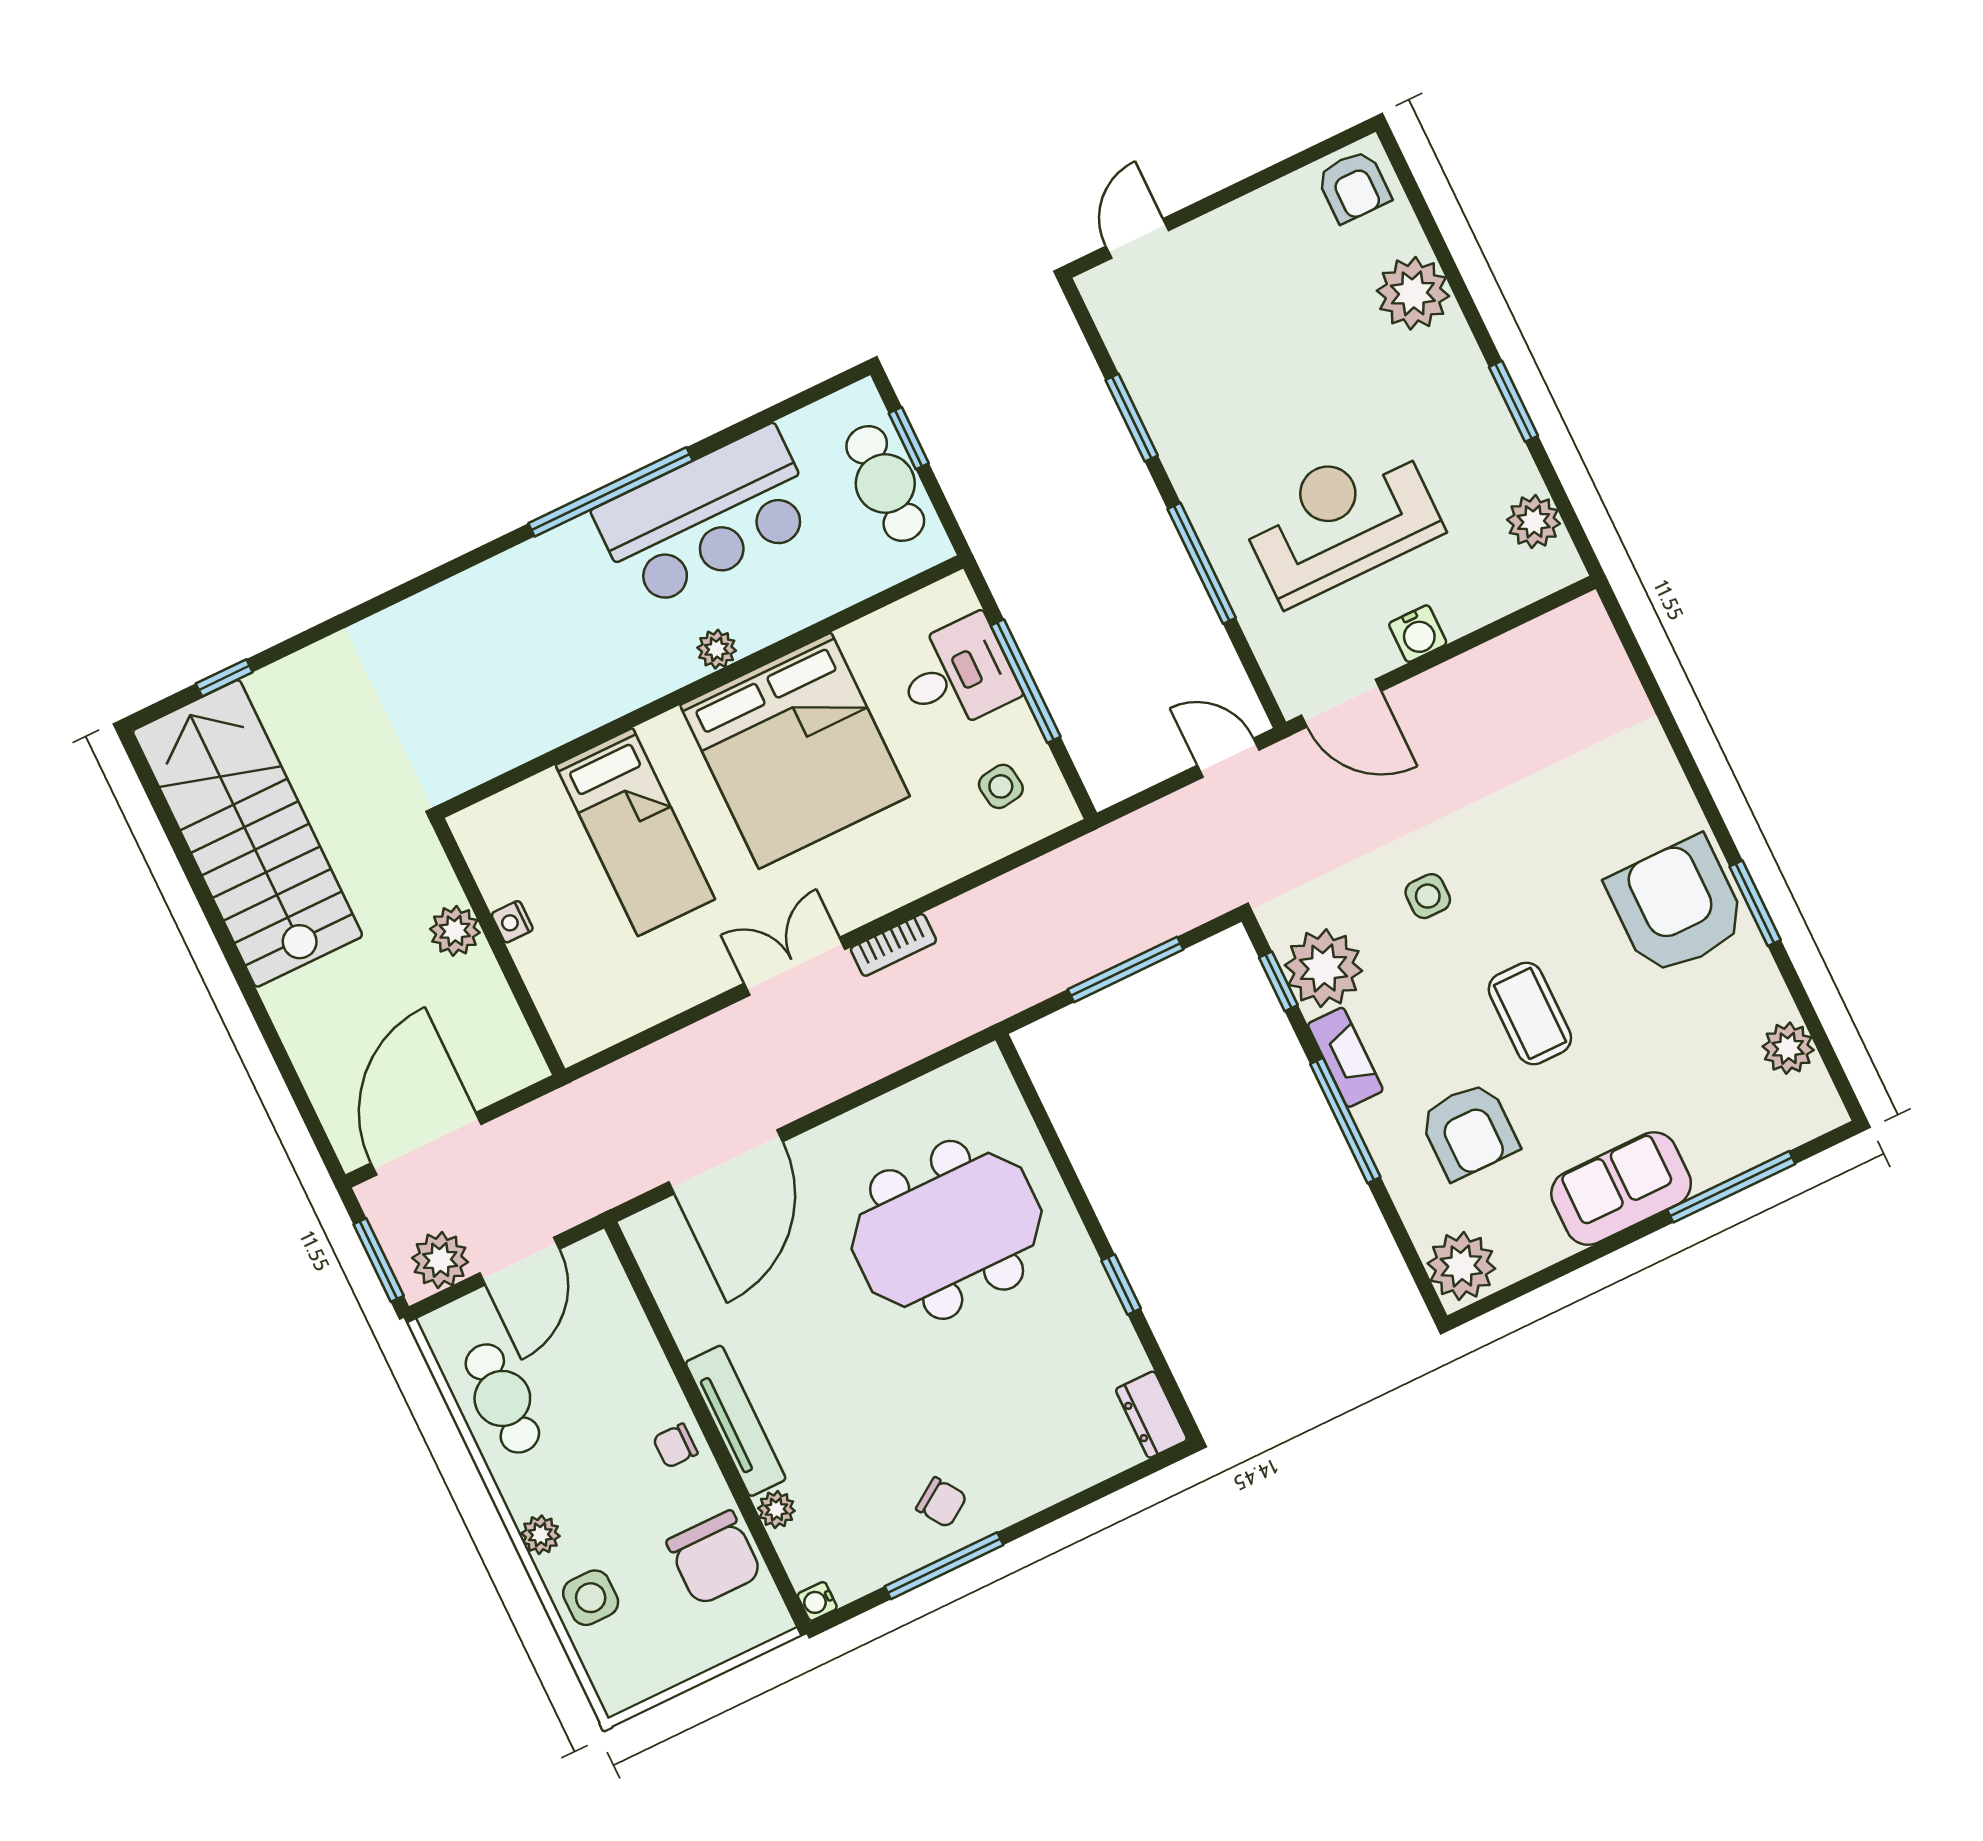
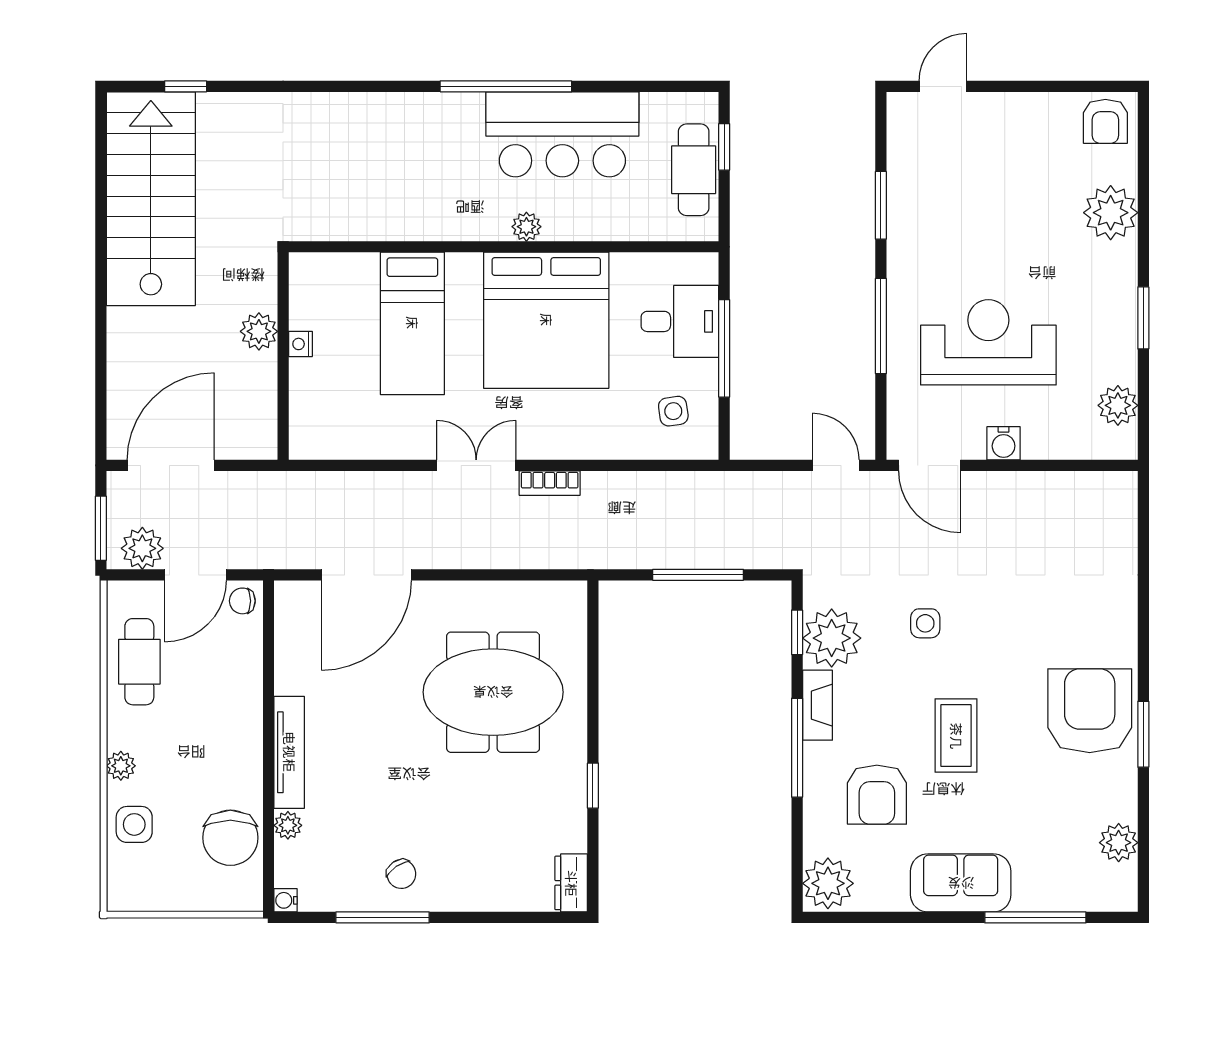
chair: (675, 1446) -> (242, 601), moved

